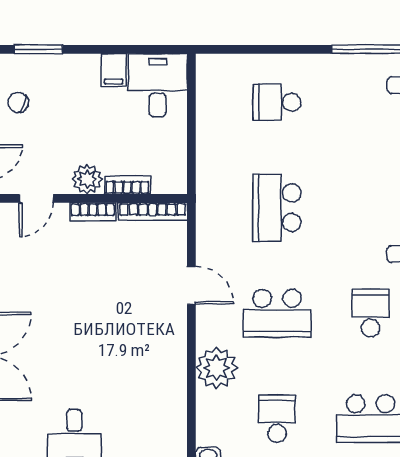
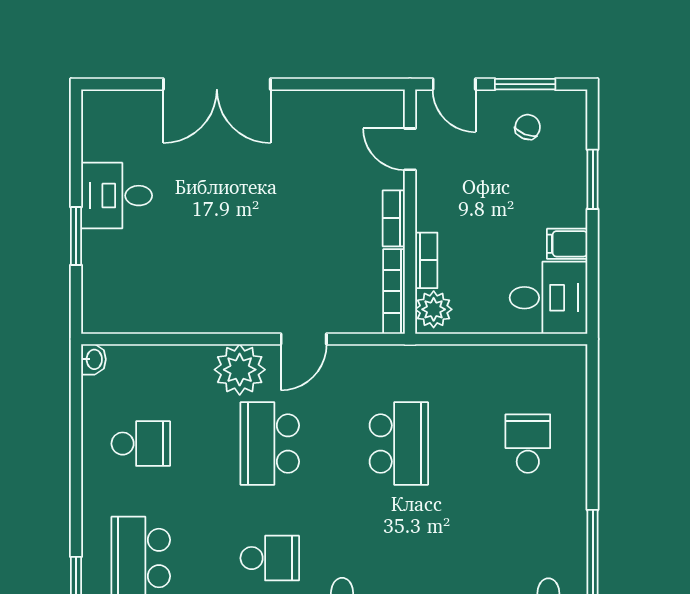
window: (38, 49) -> (593, 179), moved
plant: (87, 179) -> (434, 309), moved
school desk: (277, 208) -> (399, 444), turned 90
plant: (216, 368) -> (240, 370), moved

